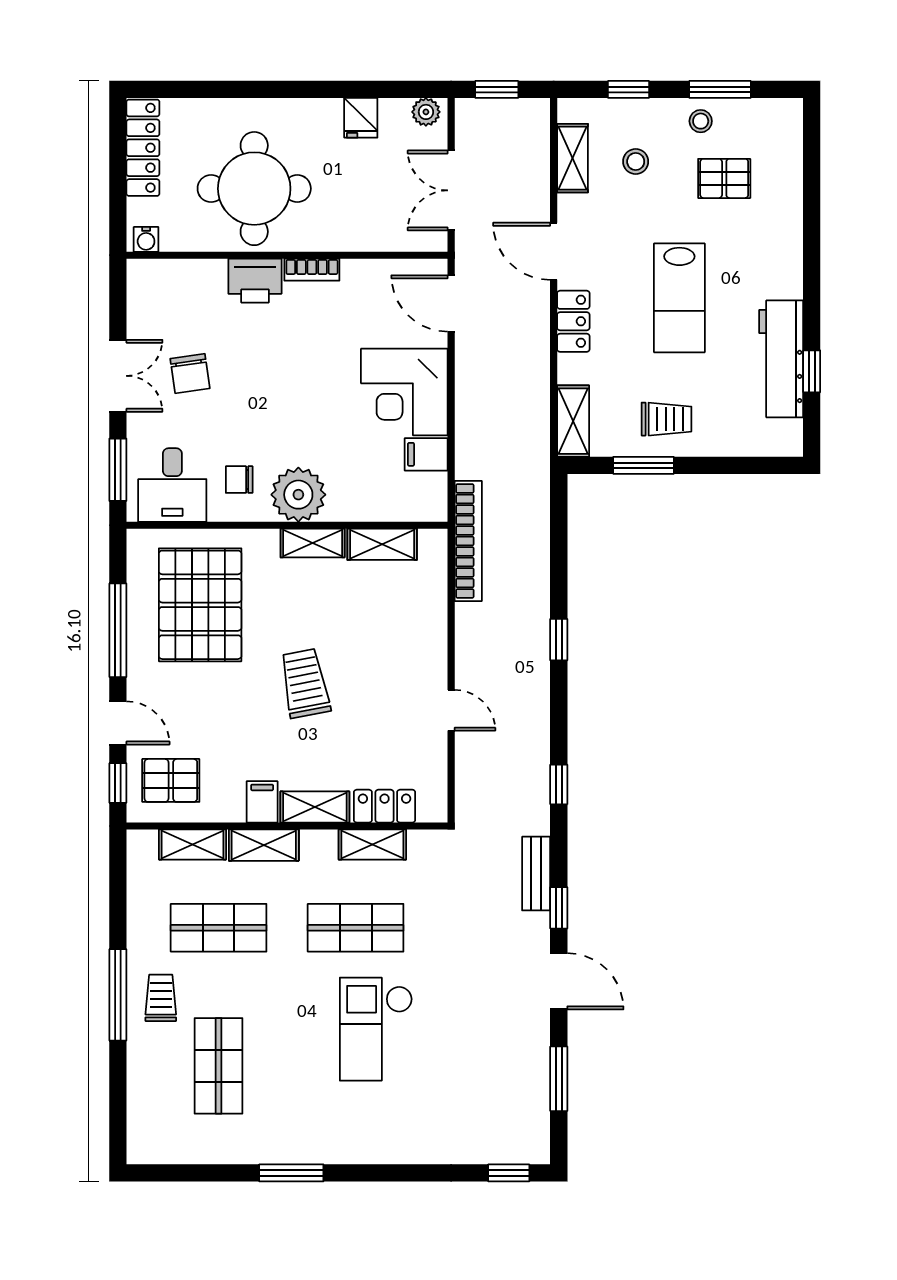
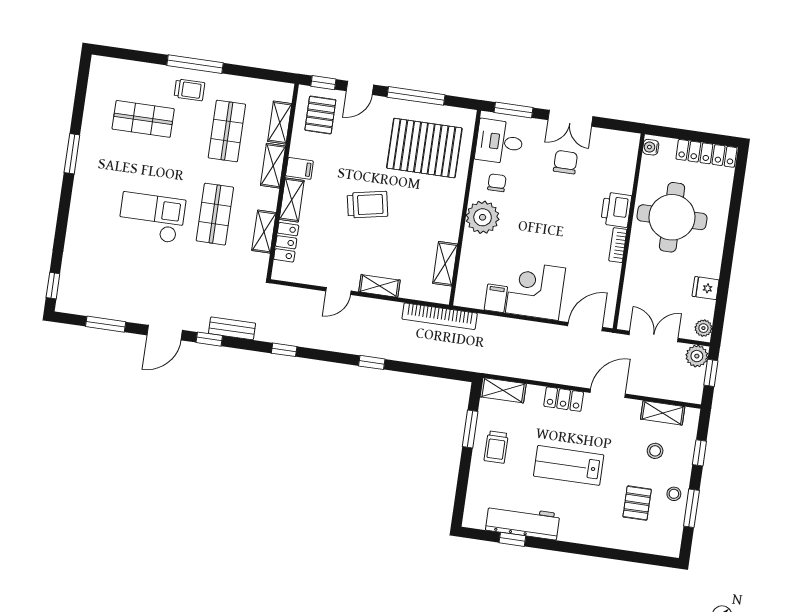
plant: (473, 116) -> (697, 356), added
chair: (190, 374) -> (565, 162), turned 98
shelving: (313, 543) -> (379, 286), moved, turned 90

